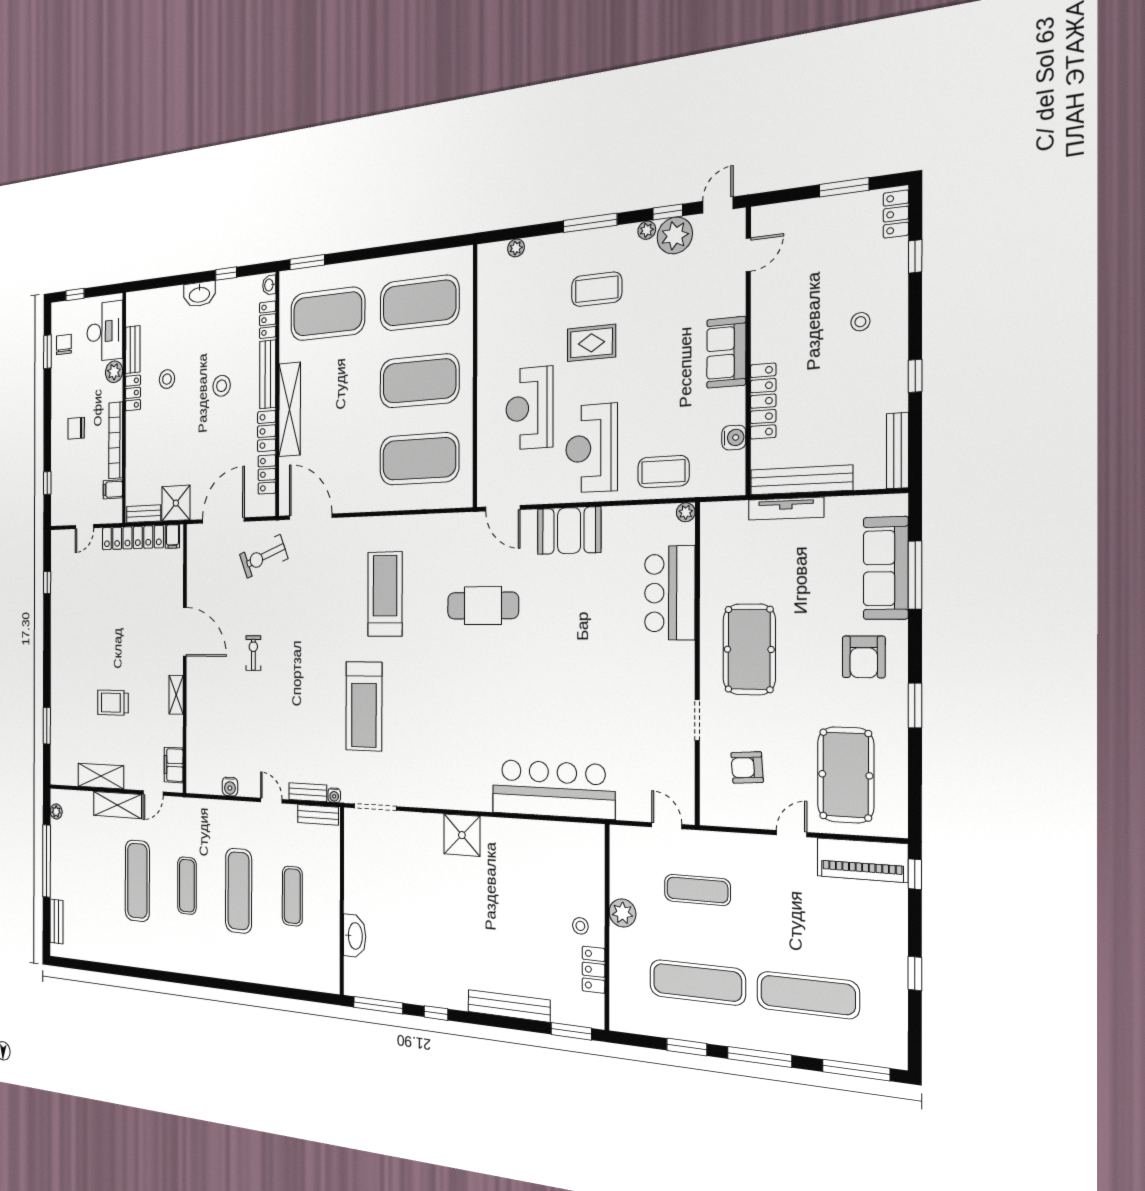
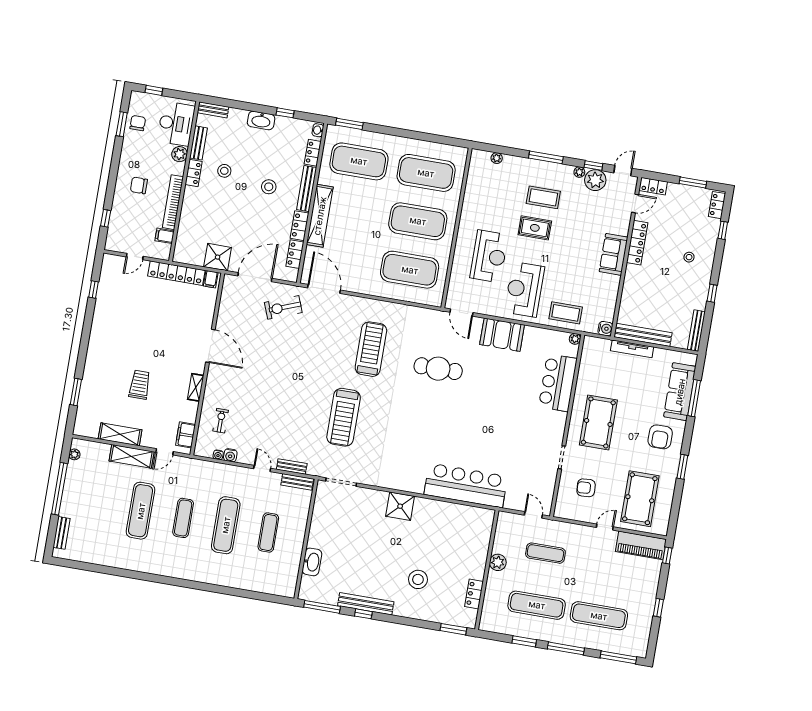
locker: (774, 216) -> (653, 186), added
locker: (763, 401) -> (637, 243), moved
reception desk: (529, 408) -> (489, 256), turned 180
water cooler: (734, 438) -> (605, 329), moved
bench: (144, 514) -> (213, 110), moved
exercise bike: (253, 653) -> (221, 421), moved
trolley: (113, 703) -> (140, 385), turned 90
water cooler: (334, 795) -> (218, 455), moved
stool: (580, 926) -> (418, 579), moved, width x1.89, depth x1.89
bench: (509, 1006) -> (366, 604), moved

